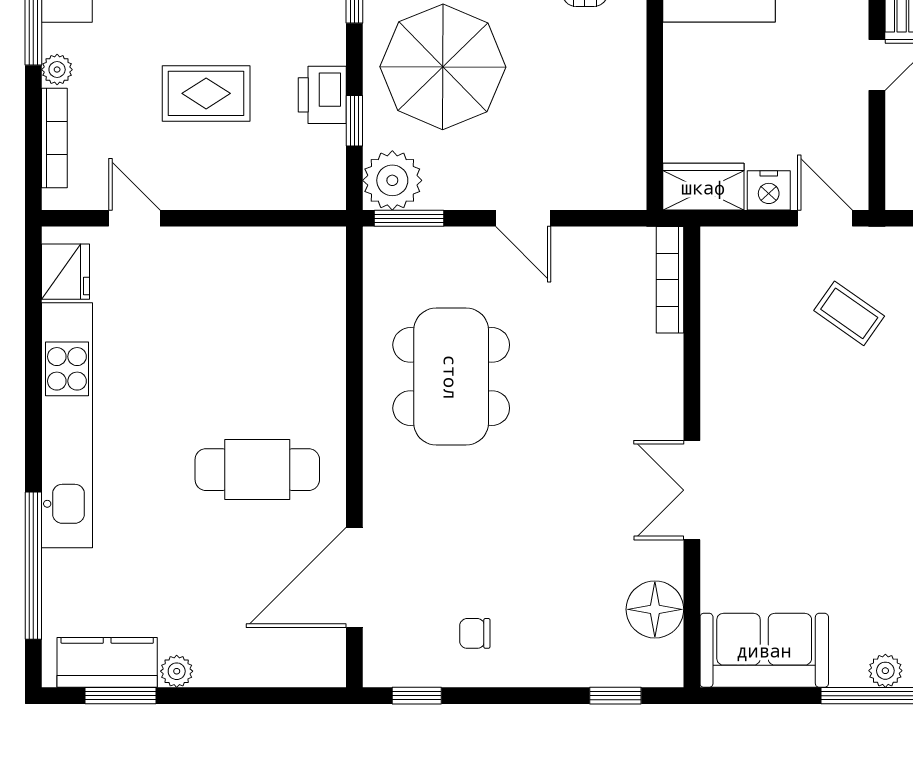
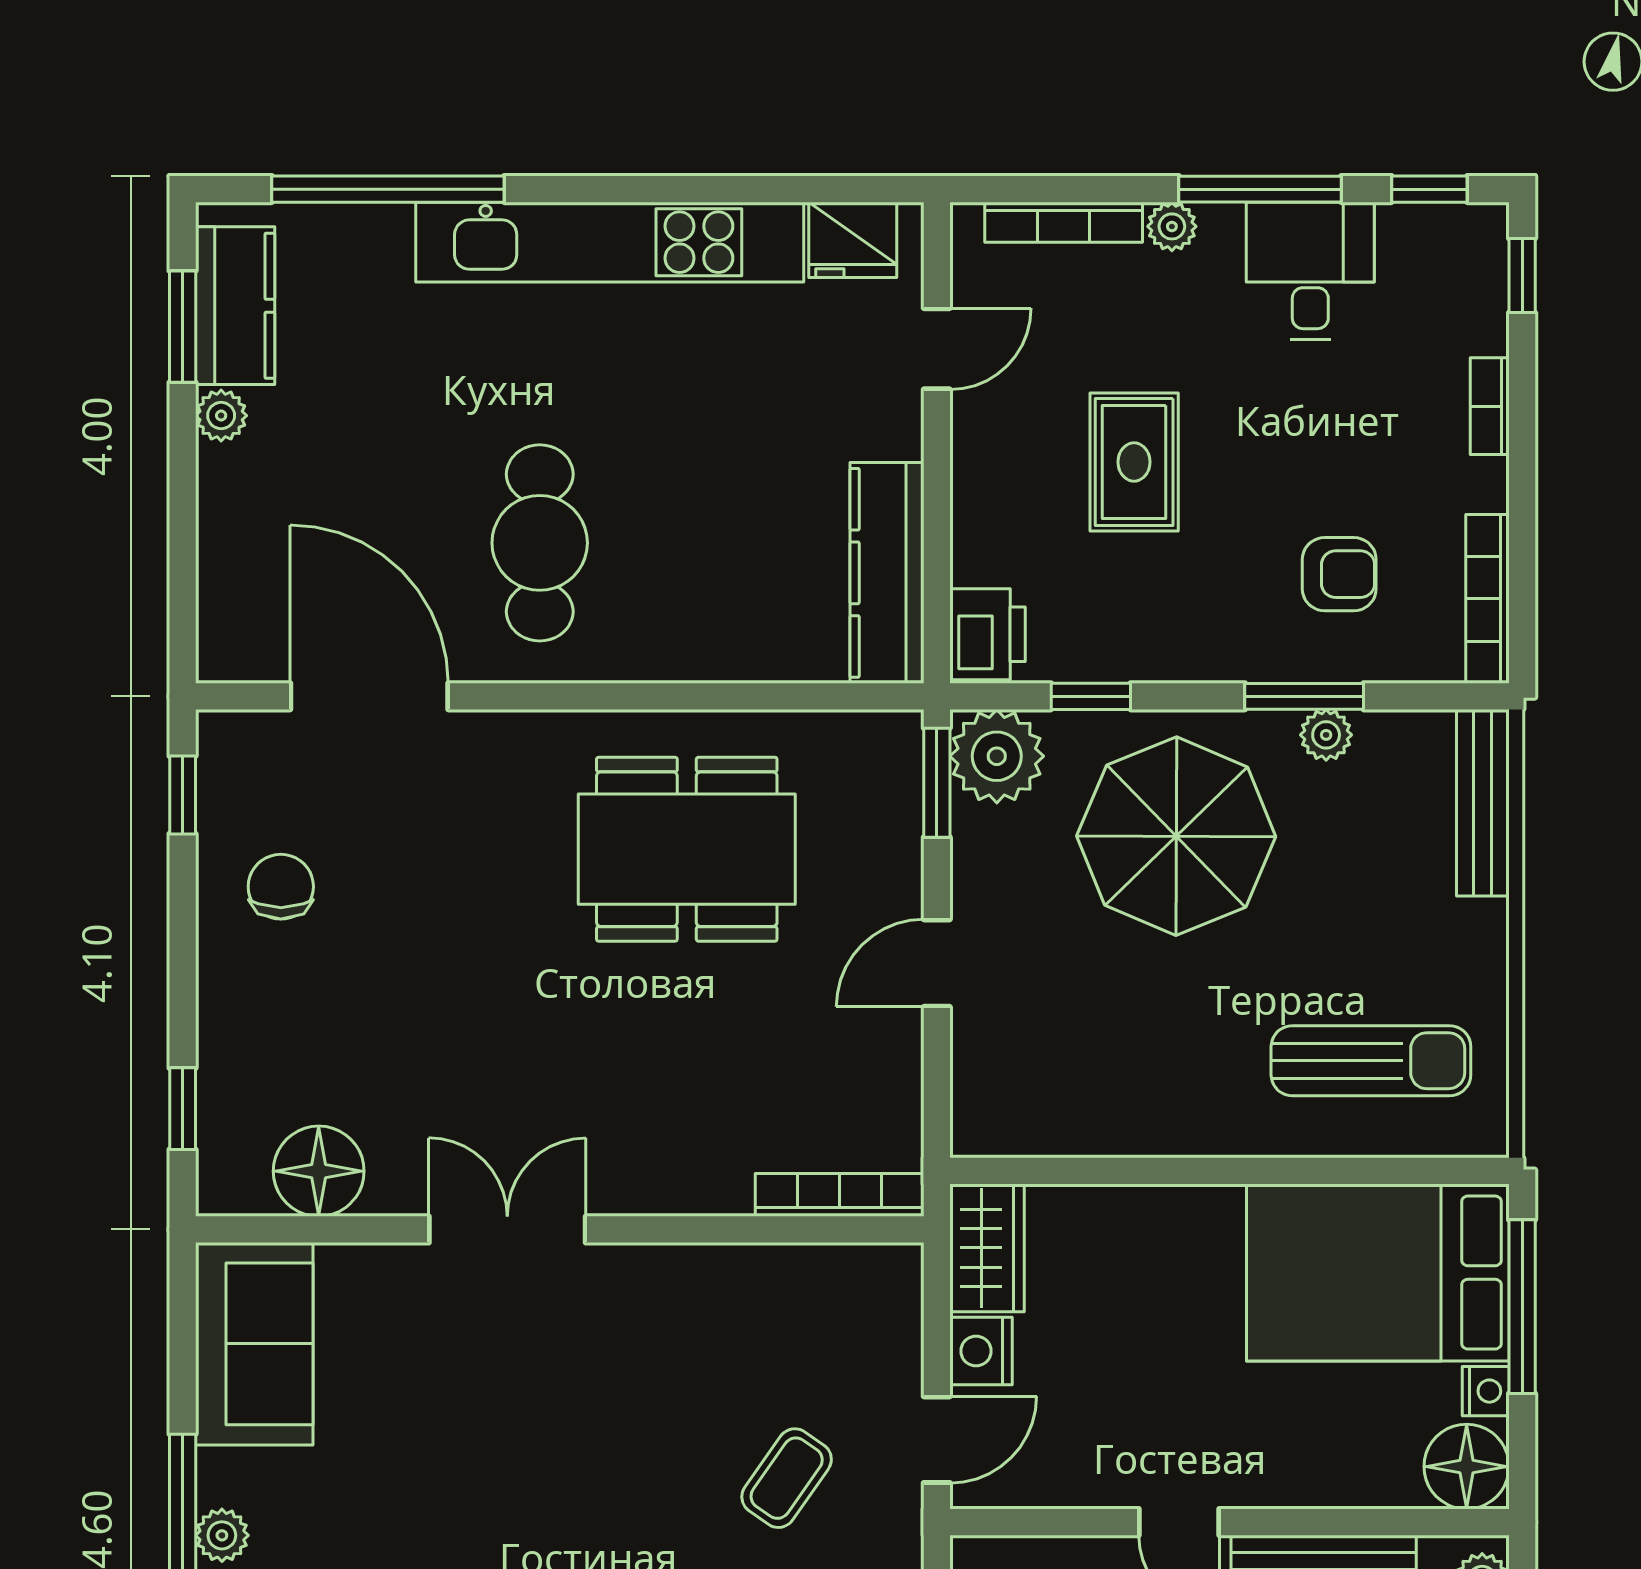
printer: (322, 95) -> (987, 634), moved, turned 90
kitchen counter: (276, 250) -> (887, 573), added
chair: (475, 633) -> (281, 887), width x1.37, depth x1.37

